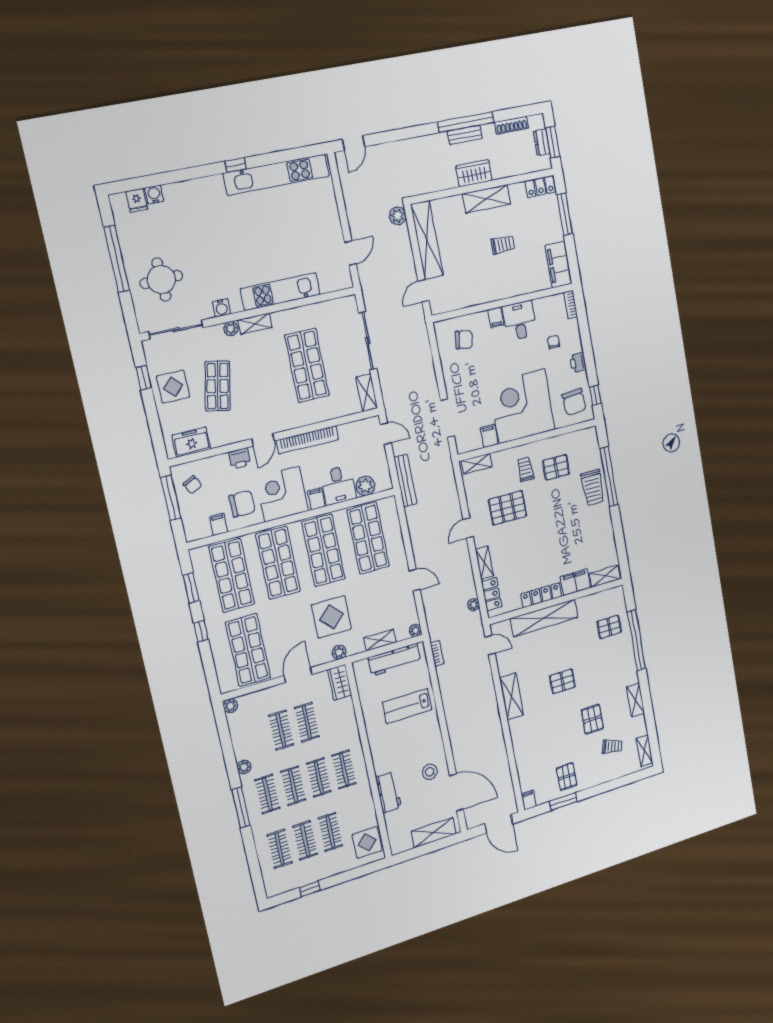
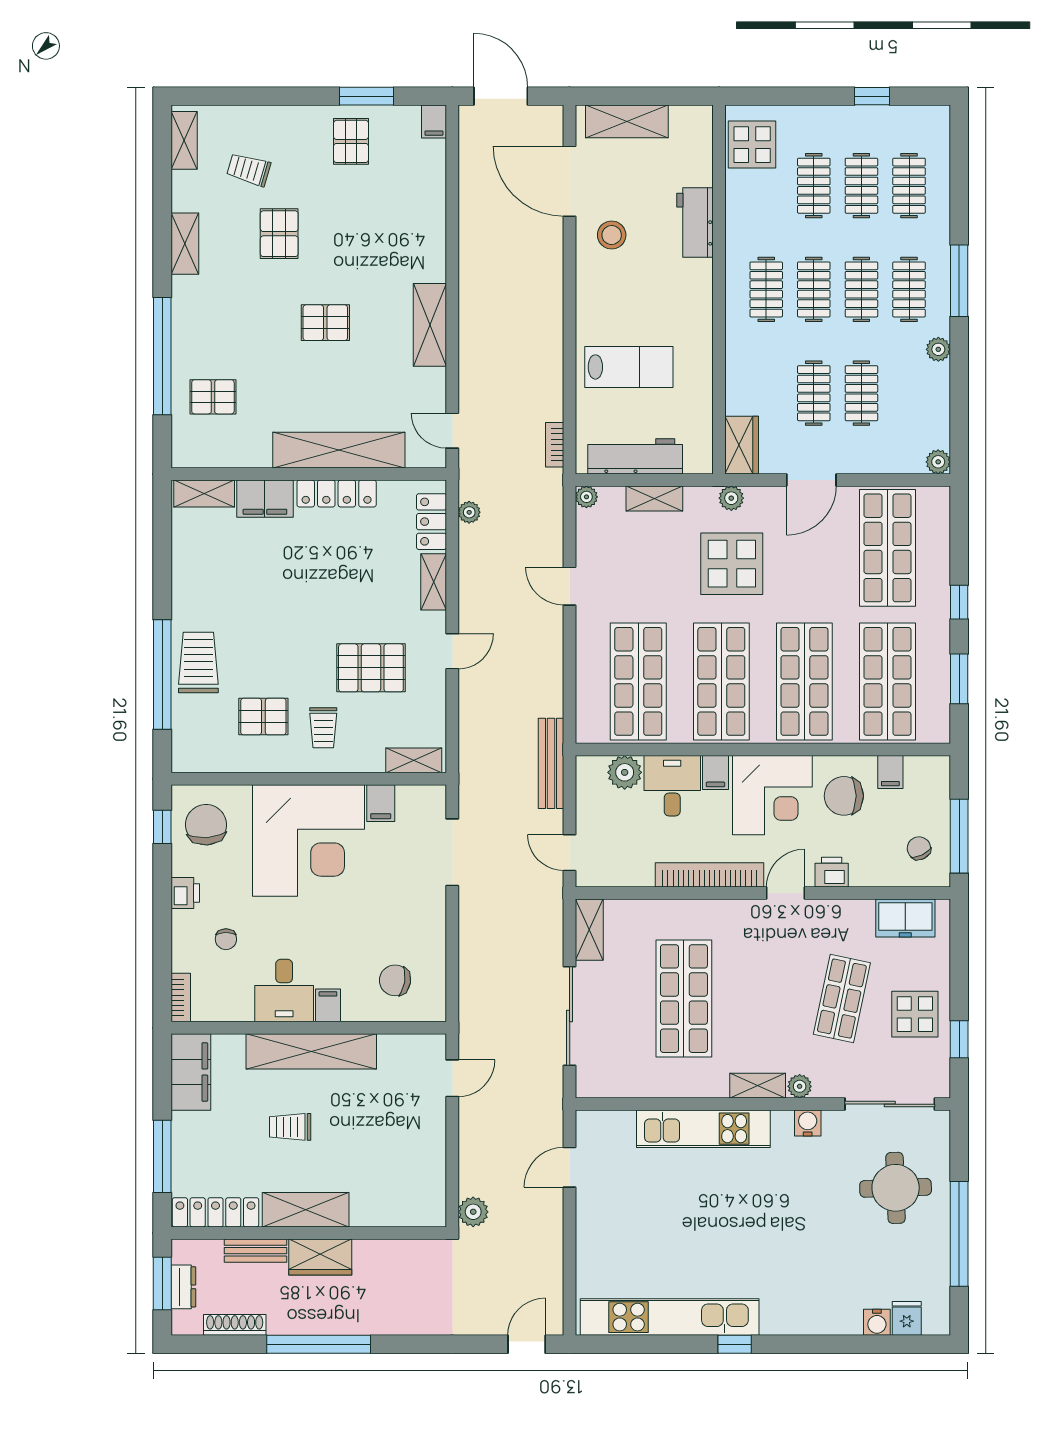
bench: (465, 135) -> (256, 1251), moved
locker: (540, 186) -> (215, 1212), width x1.53
shelving: (427, 240) -> (311, 1051), moved, turned 90

